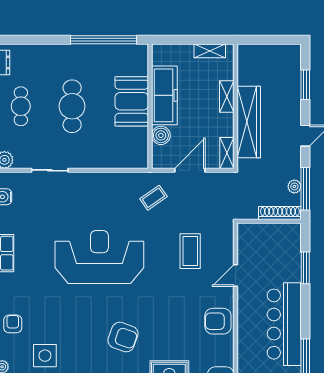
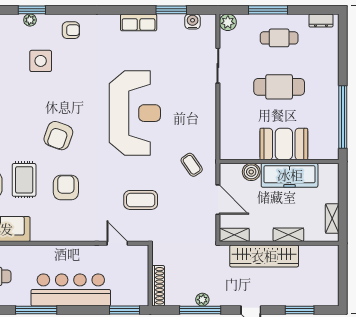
shoe rack: (280, 213) -> (158, 286), moved
wall: (269, 221) -> (150, 275), moved
armchair: (218, 321) -> (66, 188), moved

